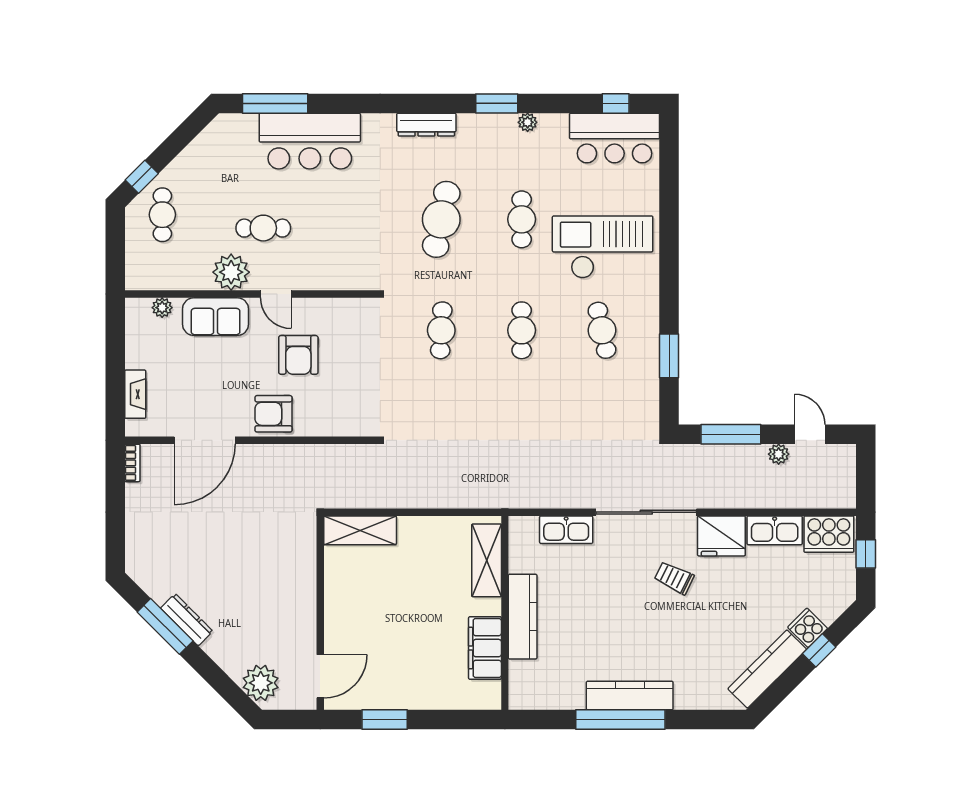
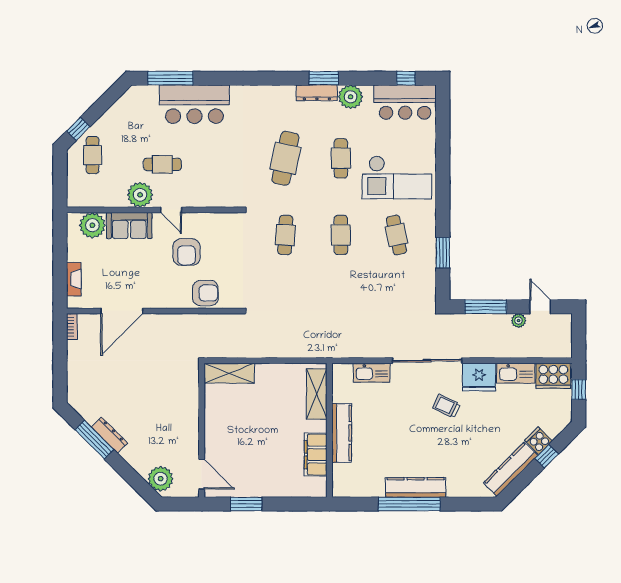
plant: (528, 122) -> (351, 97), width x1.88, depth x1.88
dresser: (426, 125) -> (317, 93), moved
checkout: (603, 247) -> (397, 177), turned 180
plant: (162, 308) -> (92, 225), width x1.87, depth x1.87
armchair: (274, 414) -> (205, 293), moved, turned 180
door: (320, 676) -> (202, 474), hinge flipped

